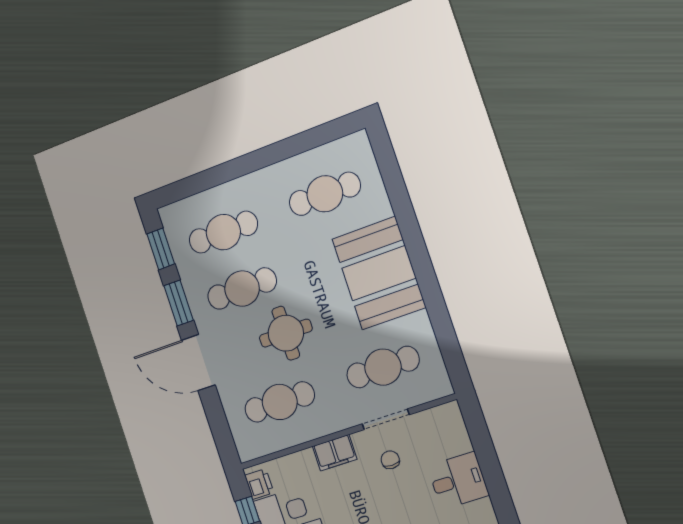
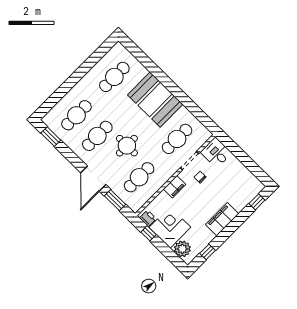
window: (179, 303) -> (115, 200), moved
door: (198, 362) -> (93, 179), hinge flipped
desk: (458, 481) -> (216, 153), moved, turned -90

